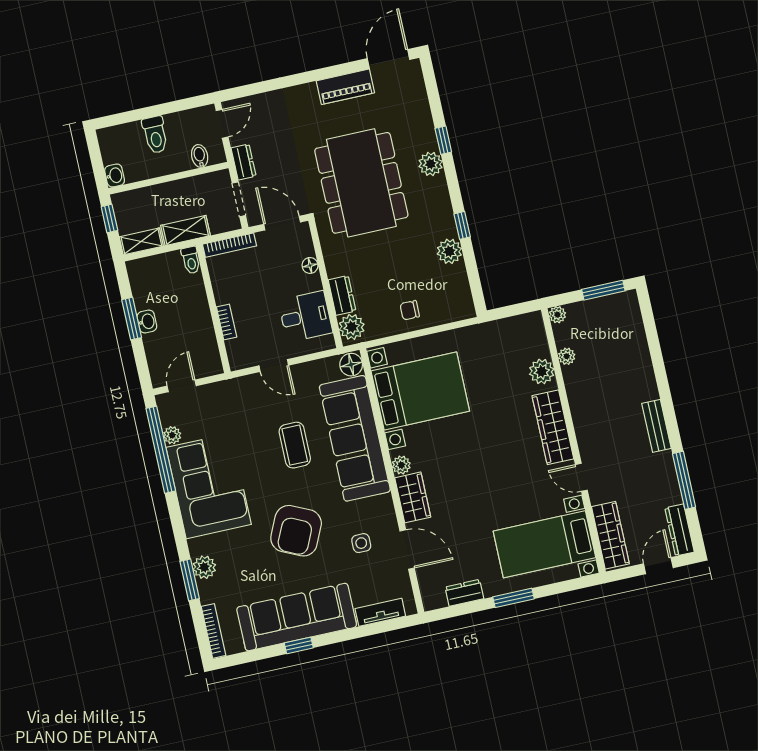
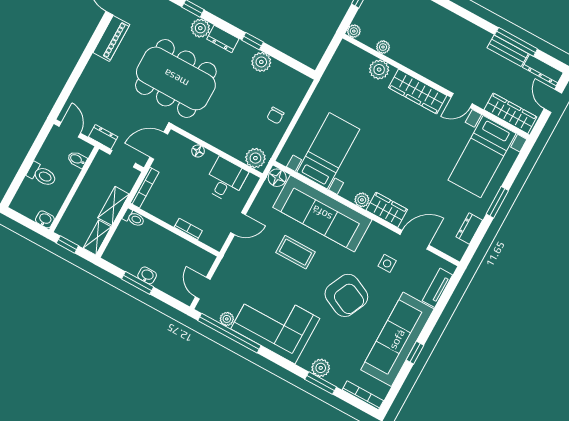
dresser: (342, 295) -> (223, 39), moved, turned 180
bed with nightstands: (420, 391) -> (328, 151), width x0.73
bench: (657, 426) -> (508, 51), moved

